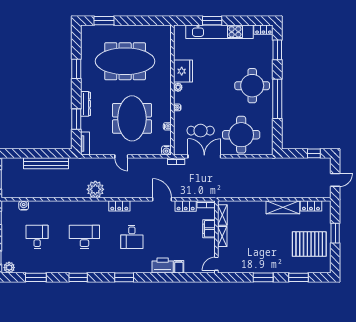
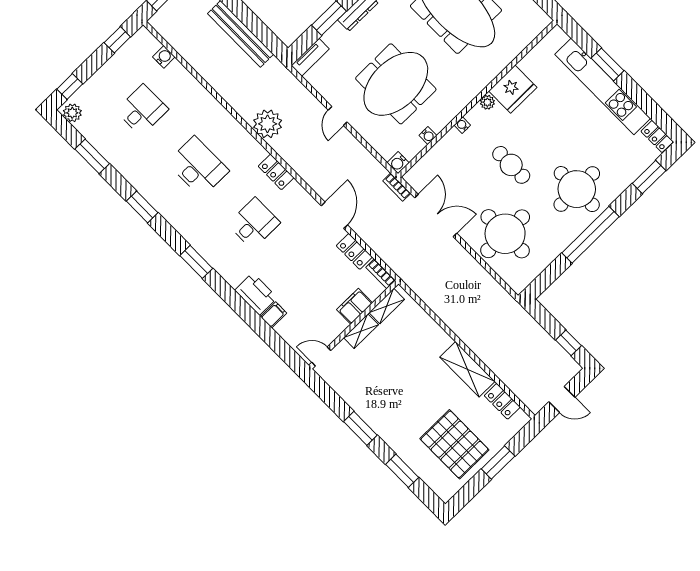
cafe table: (201, 131) -> (511, 165), moved
desk: (132, 237) -> (254, 223), turned 180

